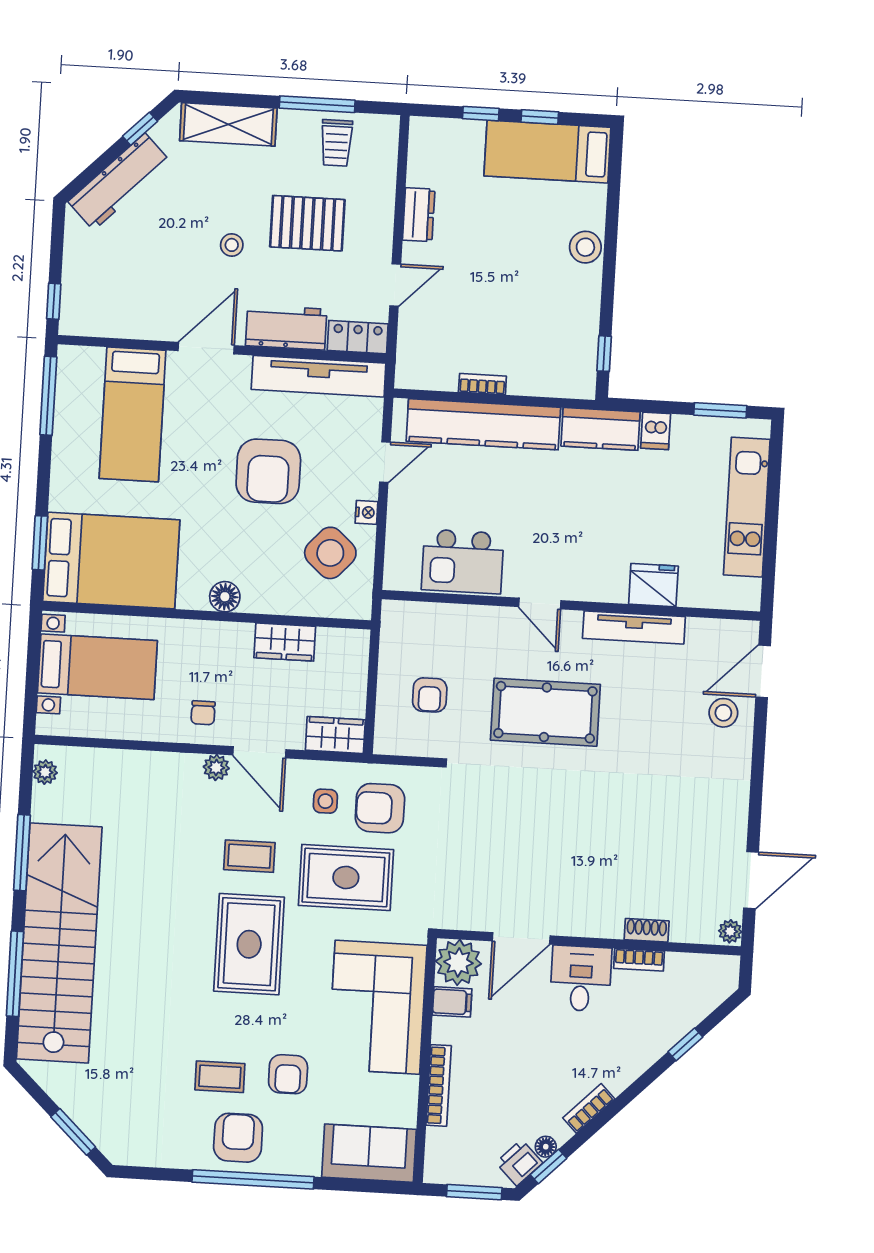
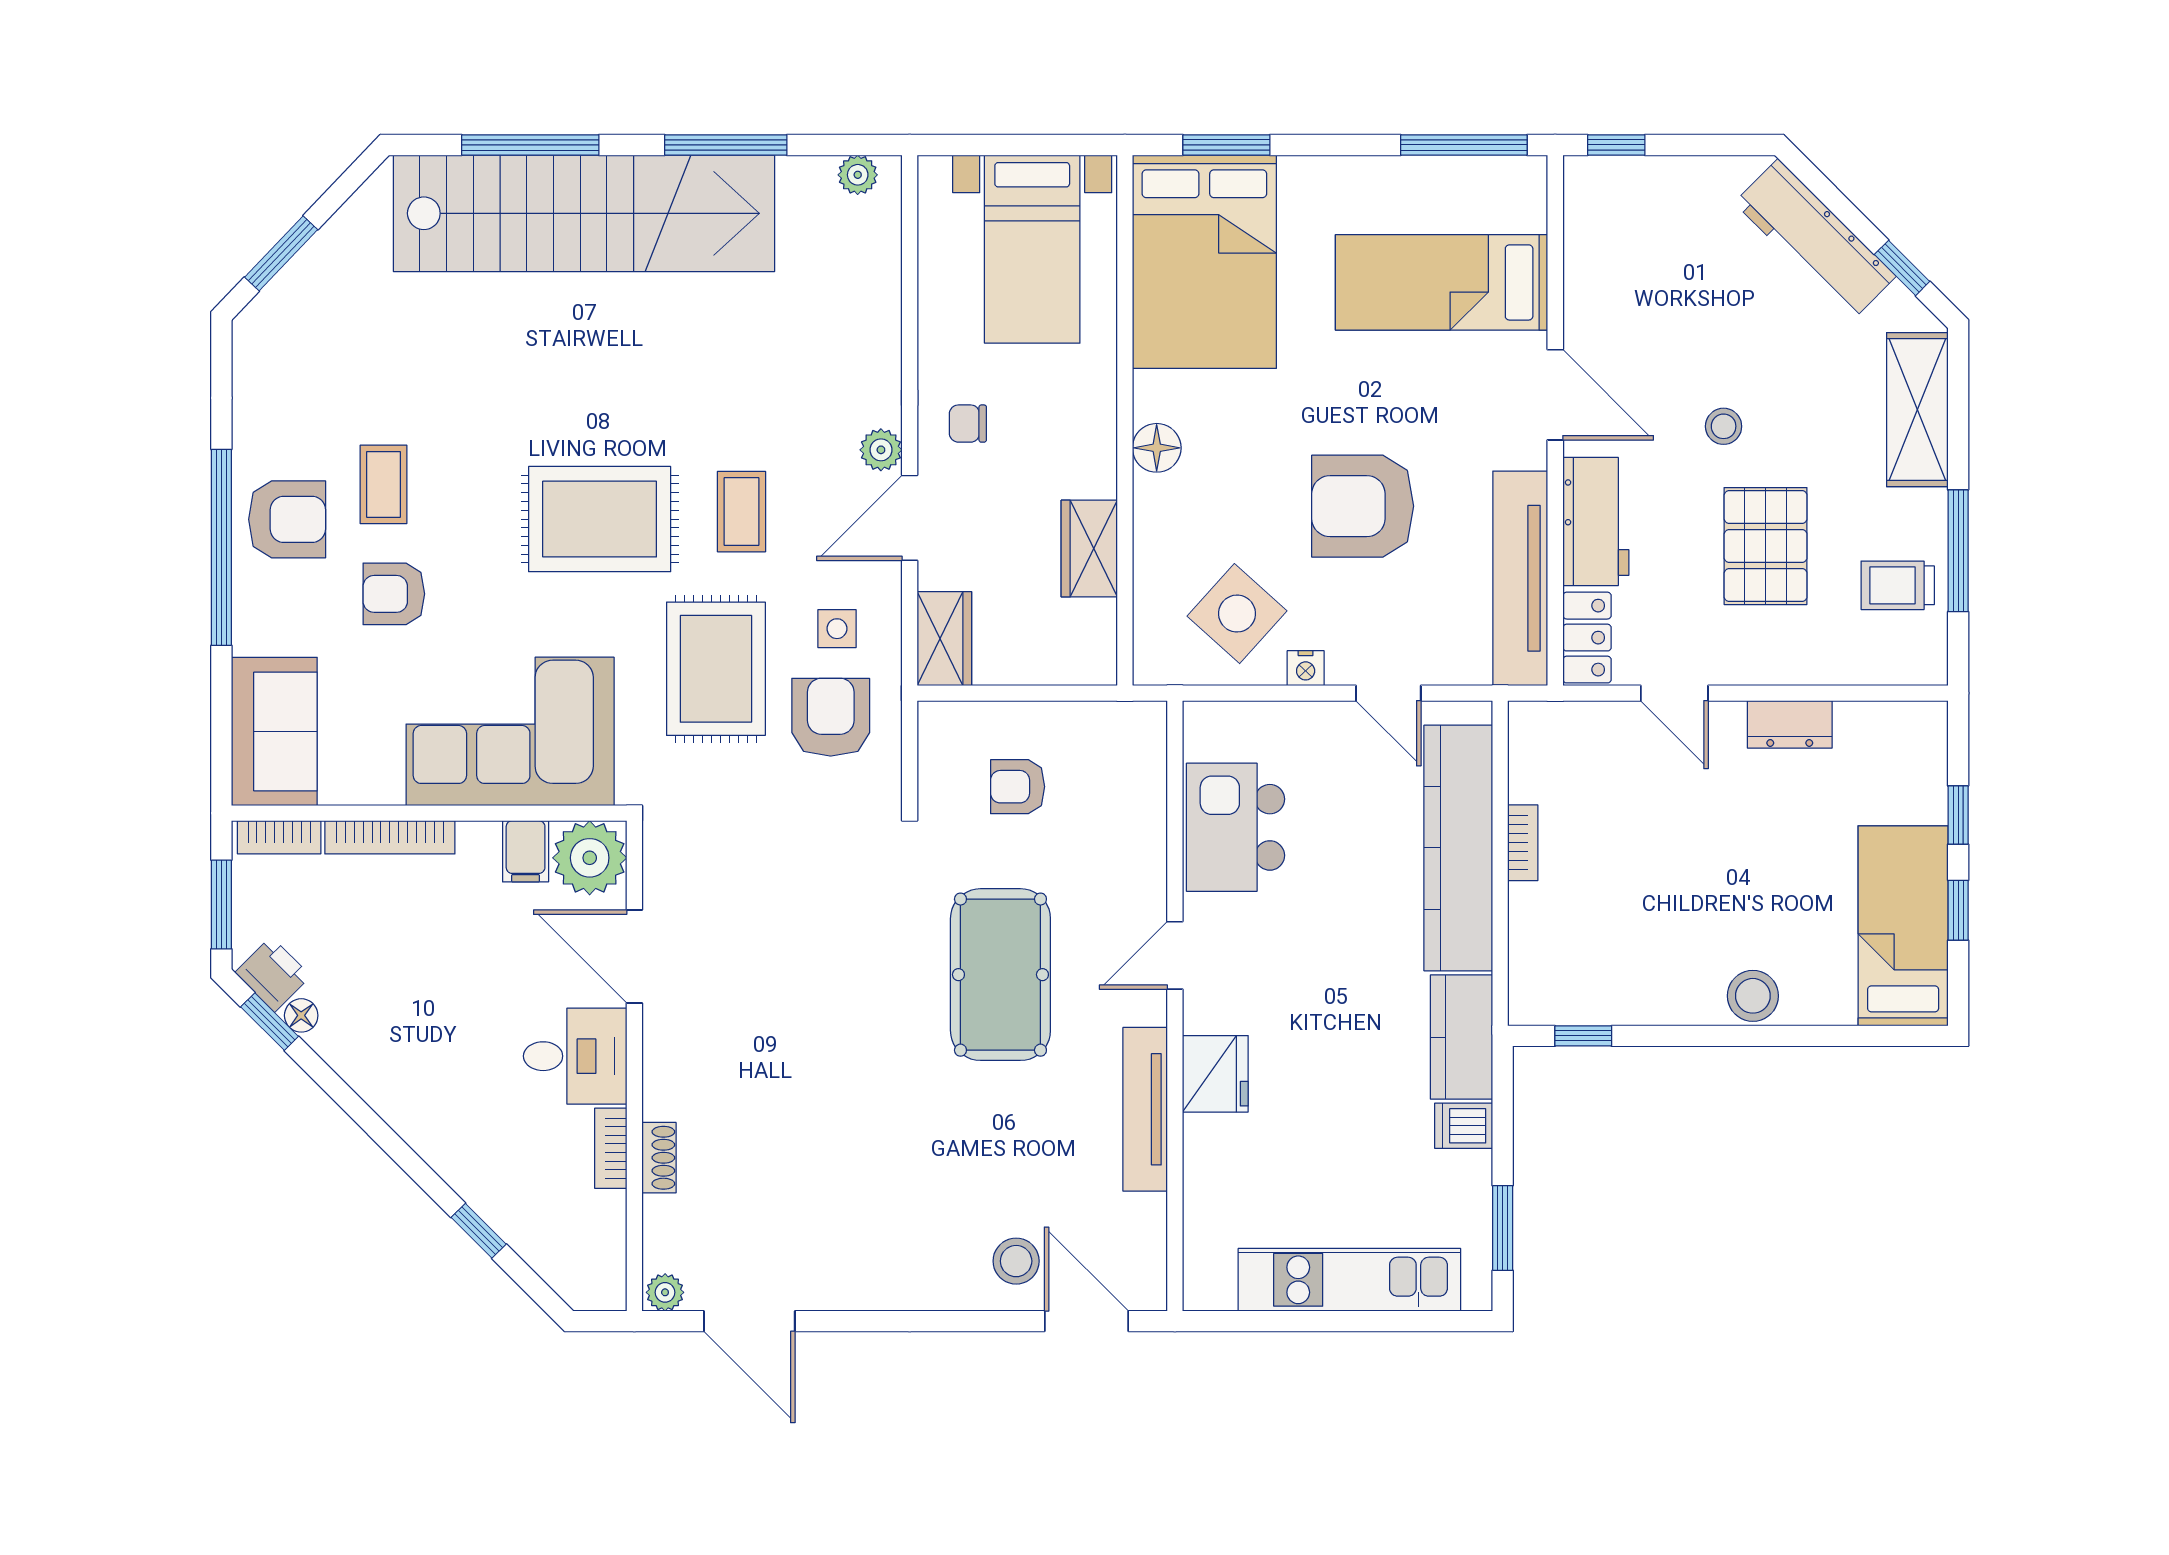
fridge: (653, 585) -> (1215, 1074), moved
bookcase: (589, 1108) -> (279, 837), moved, turned 135

